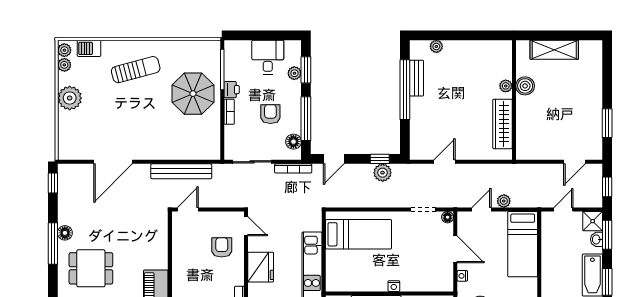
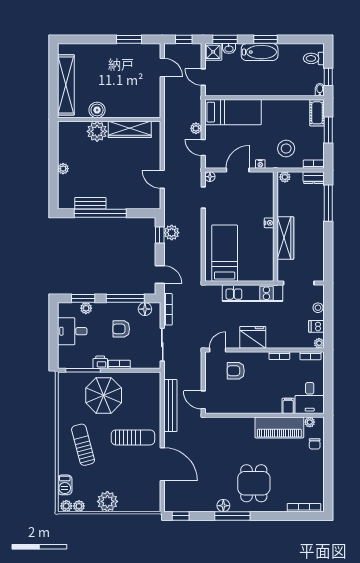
plant: (436, 46) -> (63, 169), moved
shelving: (554, 50) -> (66, 85), width x1.47
plant: (506, 86) -> (97, 131), width x1.88, depth x1.88
sun lounger: (144, 128) -> (133, 437), added

